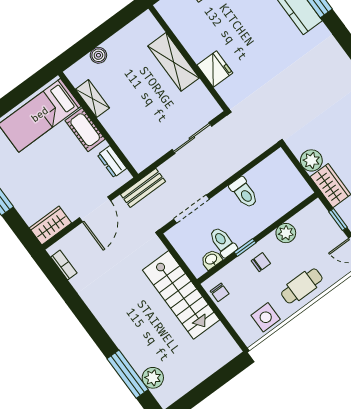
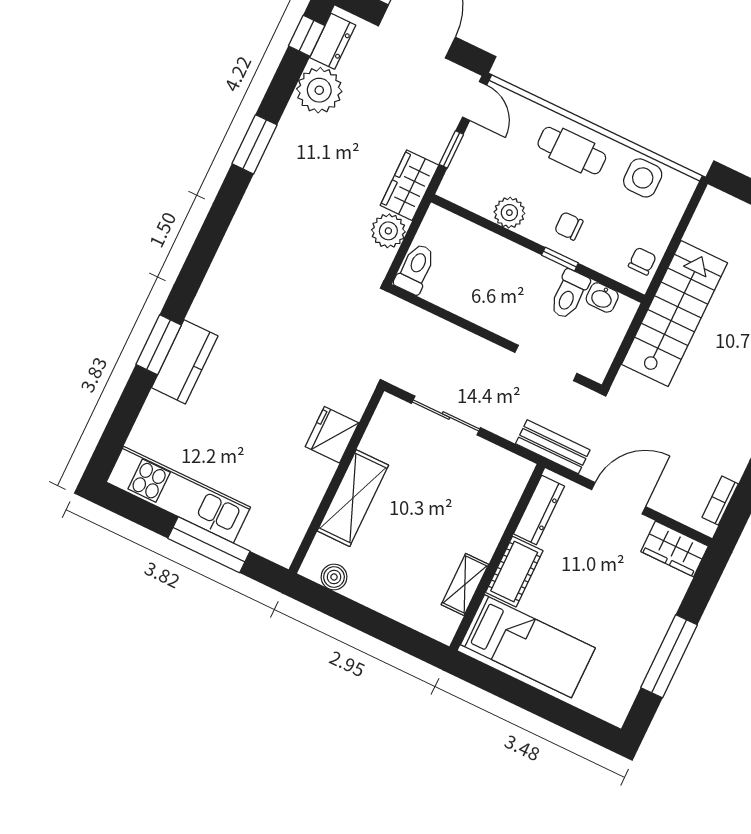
boiler: (98, 55) -> (334, 577), moved
dresser: (112, 162) -> (539, 510), width x1.44
toilet: (244, 193) -> (415, 269), moved

